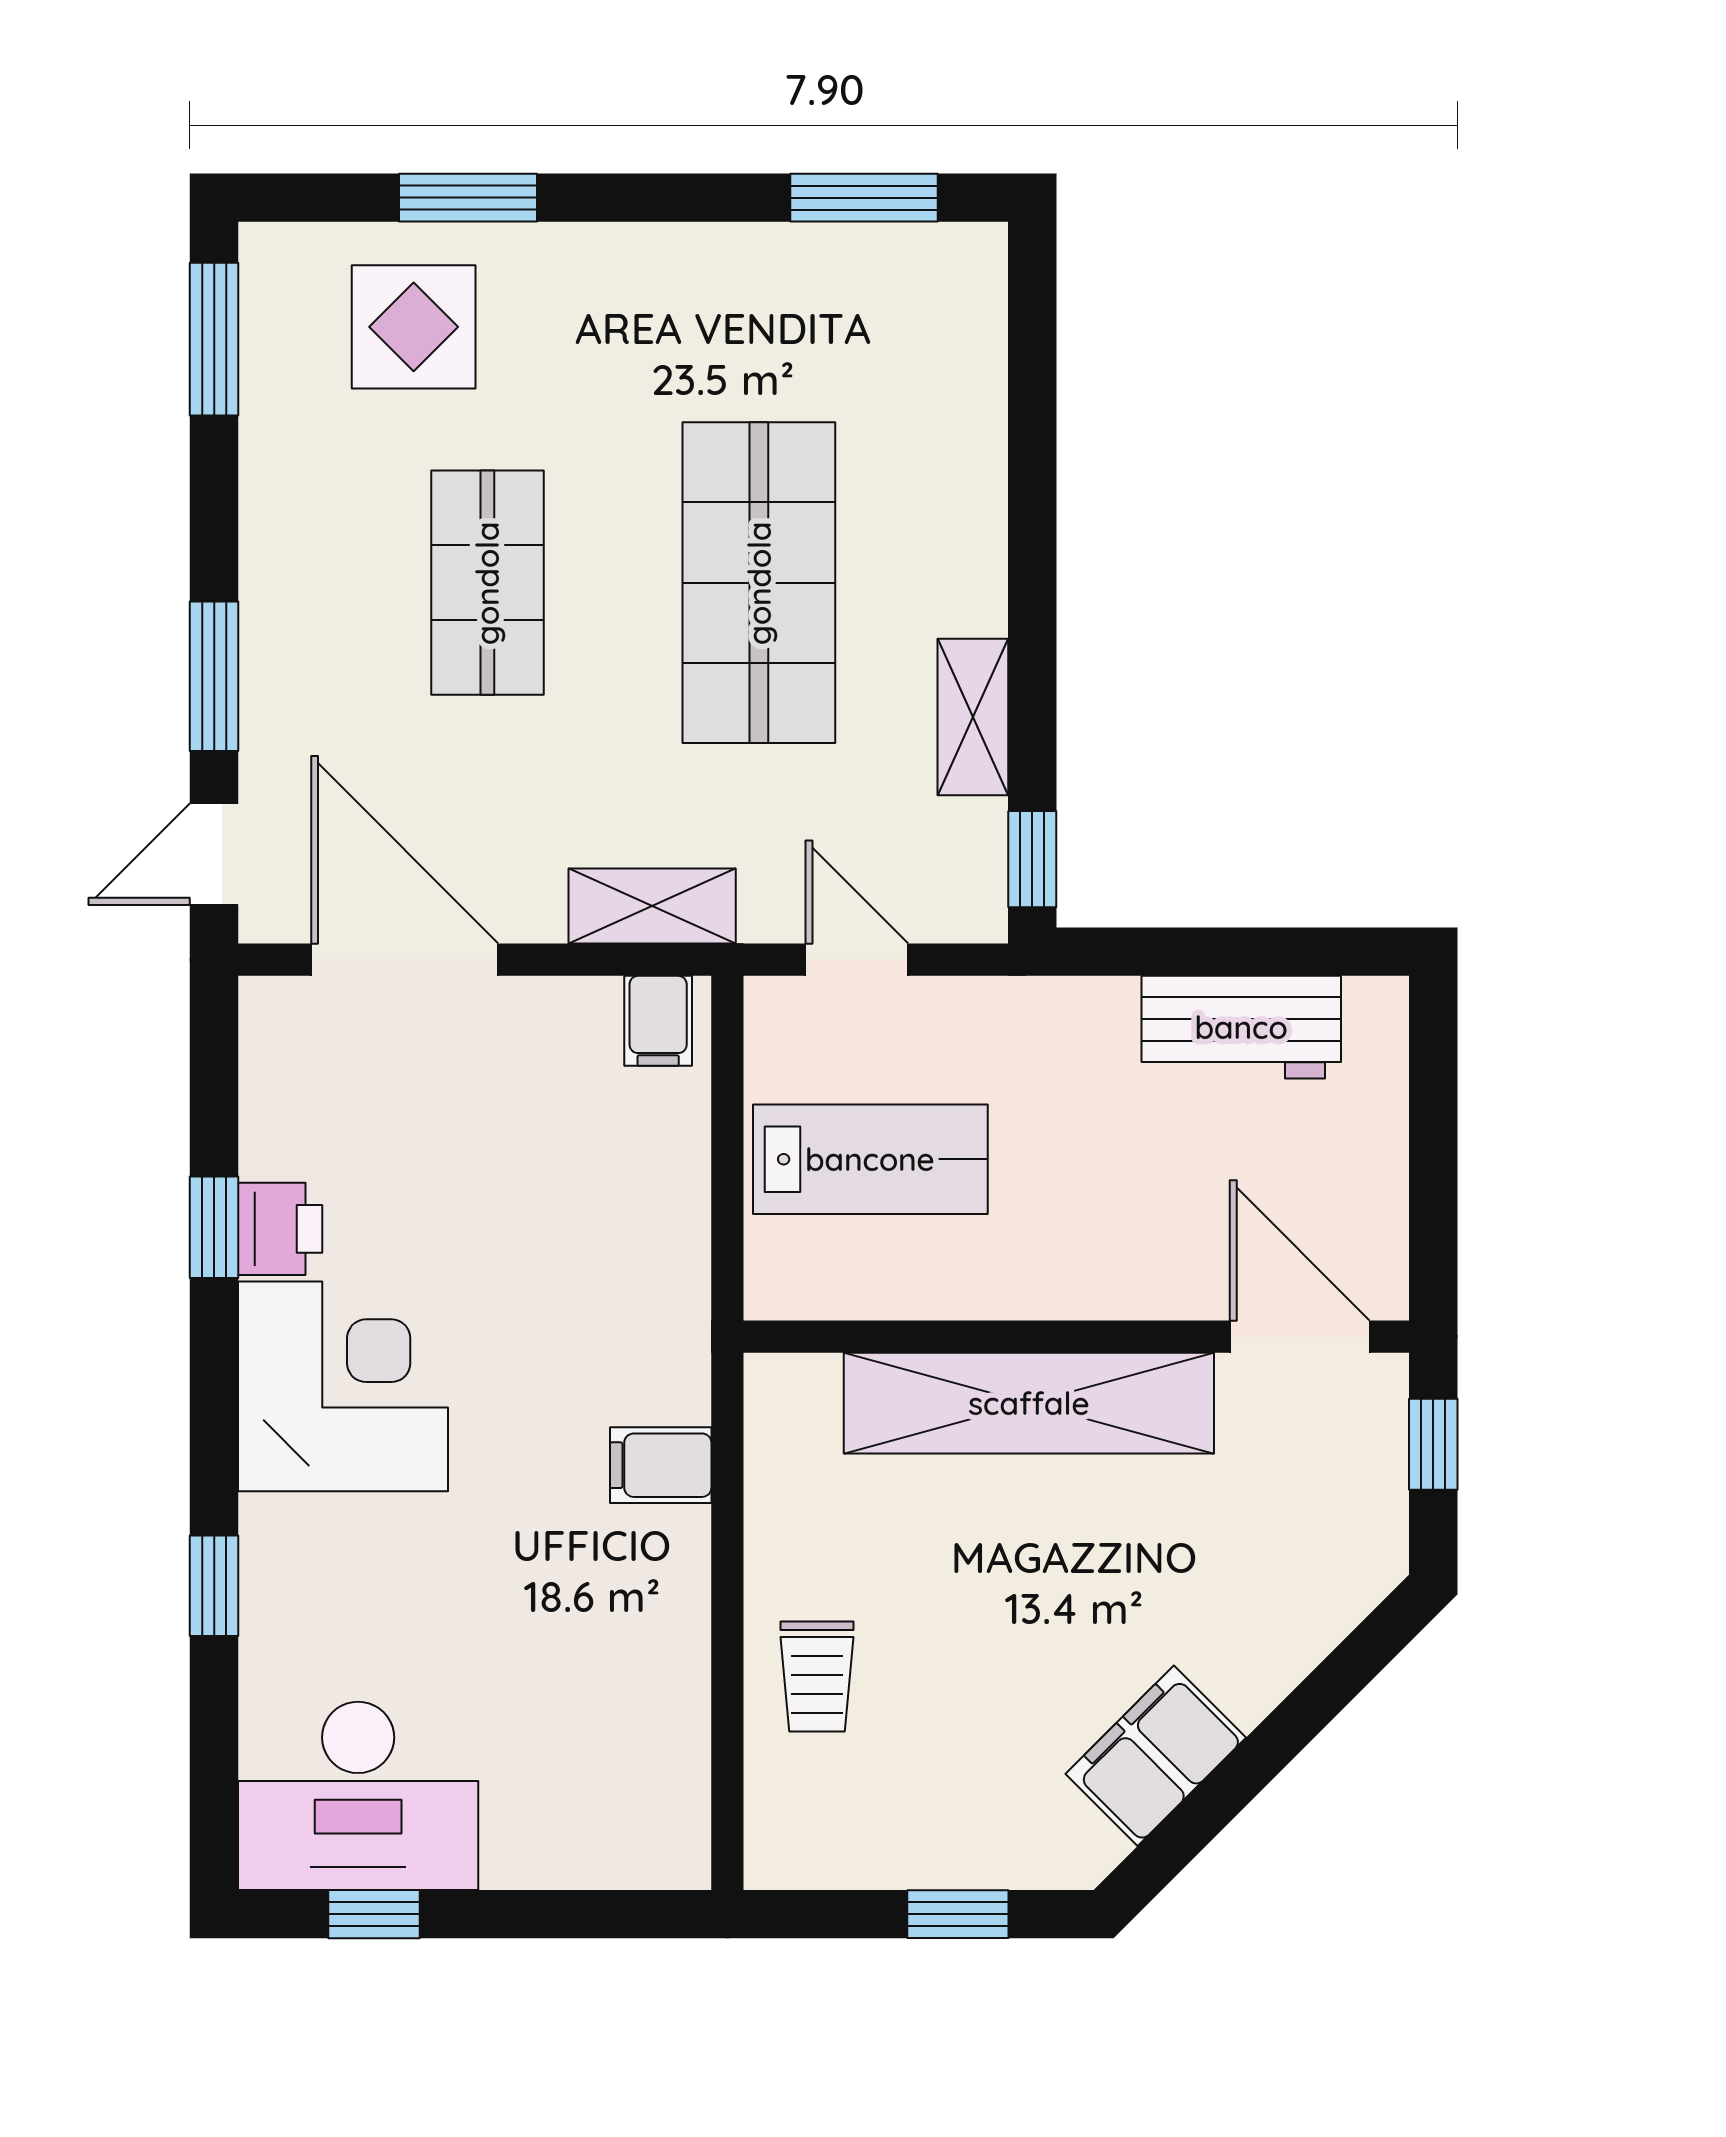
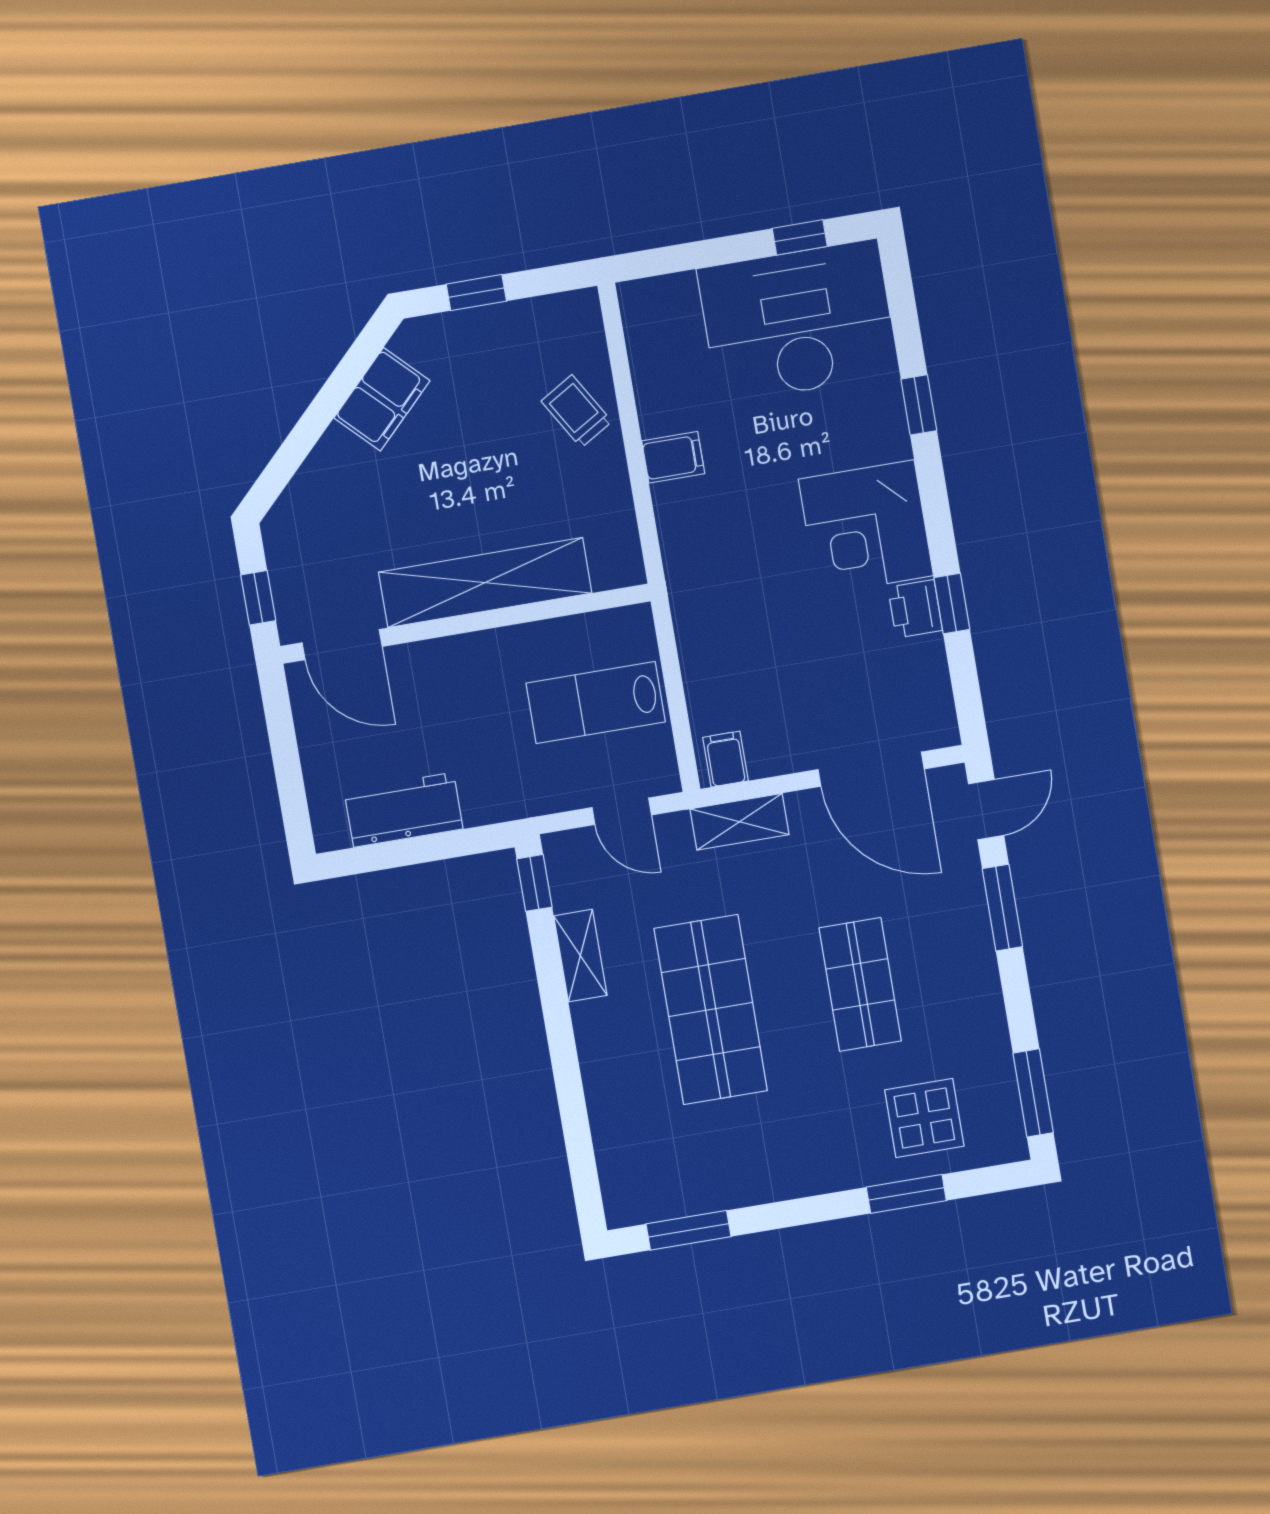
filing cabinet: (661, 1465) -> (673, 457), moved
trolley: (817, 1676) -> (577, 411), turned -31
desk: (358, 1796) -> (798, 322), width x1.36, depth x1.30

